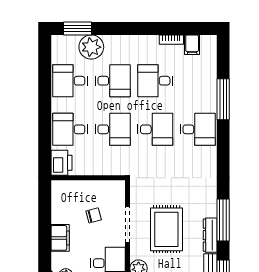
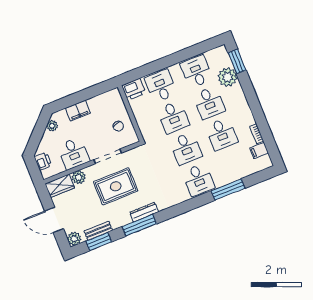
desk: (155, 81) -> (222, 134), turned 180
chair: (94, 215) -> (118, 126), moved
dresser: (210, 235) -> (144, 212), moved

